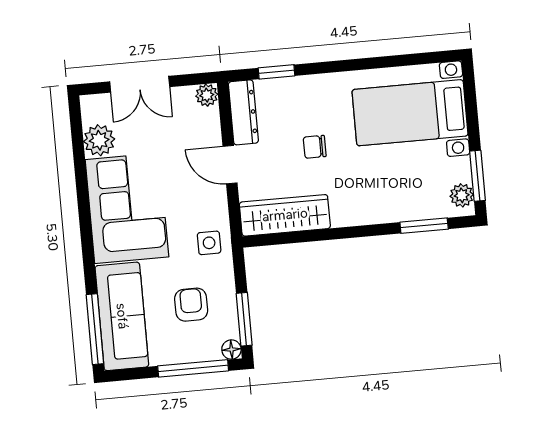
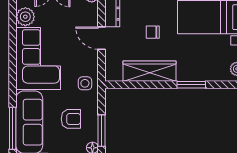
wardrobe: (285, 215) -> (149, 71), moved
window: (424, 226) -> (191, 85), moved
armchair: (191, 305) -> (71, 119), turned 90

